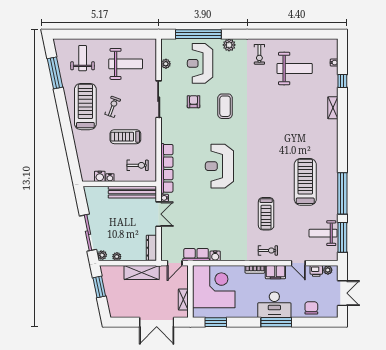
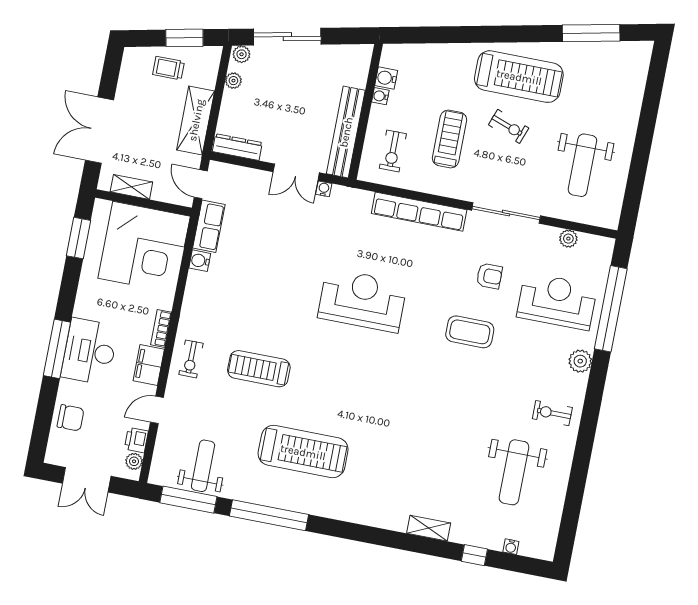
weight bench: (83, 58) -> (608, 89), removed
row of seats: (167, 168) -> (419, 212), moved
trolley: (117, 292) -> (168, 68), added

